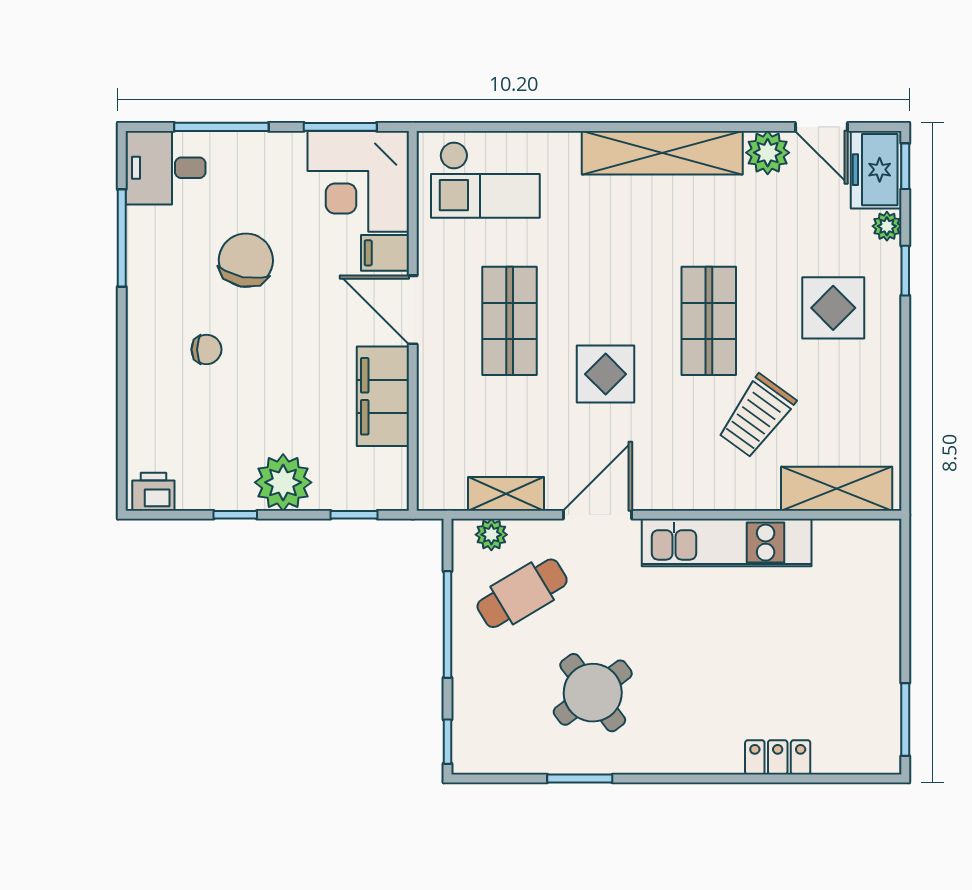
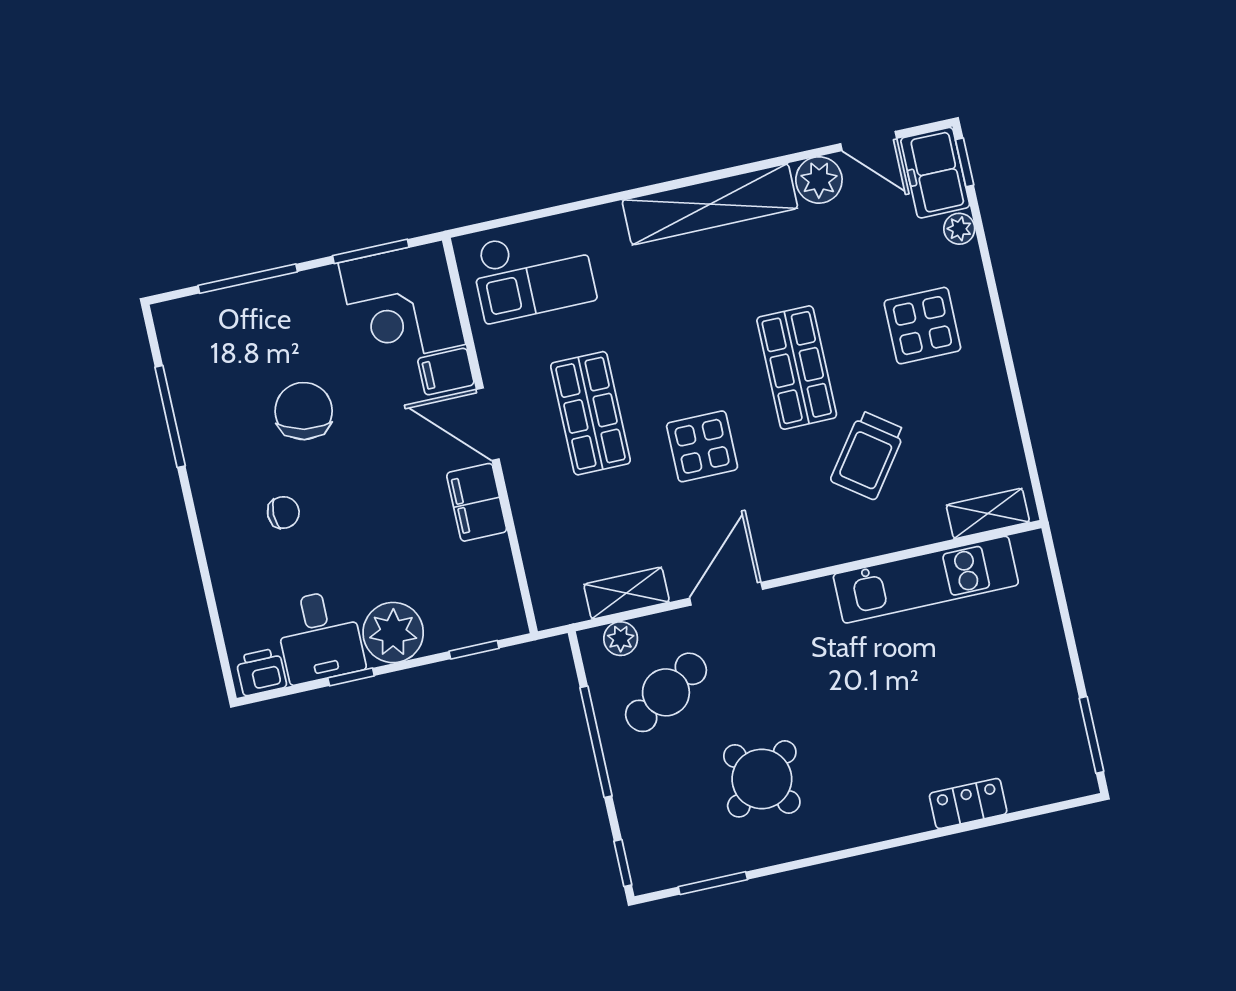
desk: (166, 168) -> (320, 636), moved, turned -90
window: (905, 271) -> (989, 271), removed
filing cabinet: (383, 396) -> (477, 502), width x0.67, depth x0.86
shelving: (837, 489) -> (988, 513), width x0.67, depth x0.75
kitchen unit: (727, 543) -> (926, 580), moved
window: (580, 779) -> (713, 883), moved

